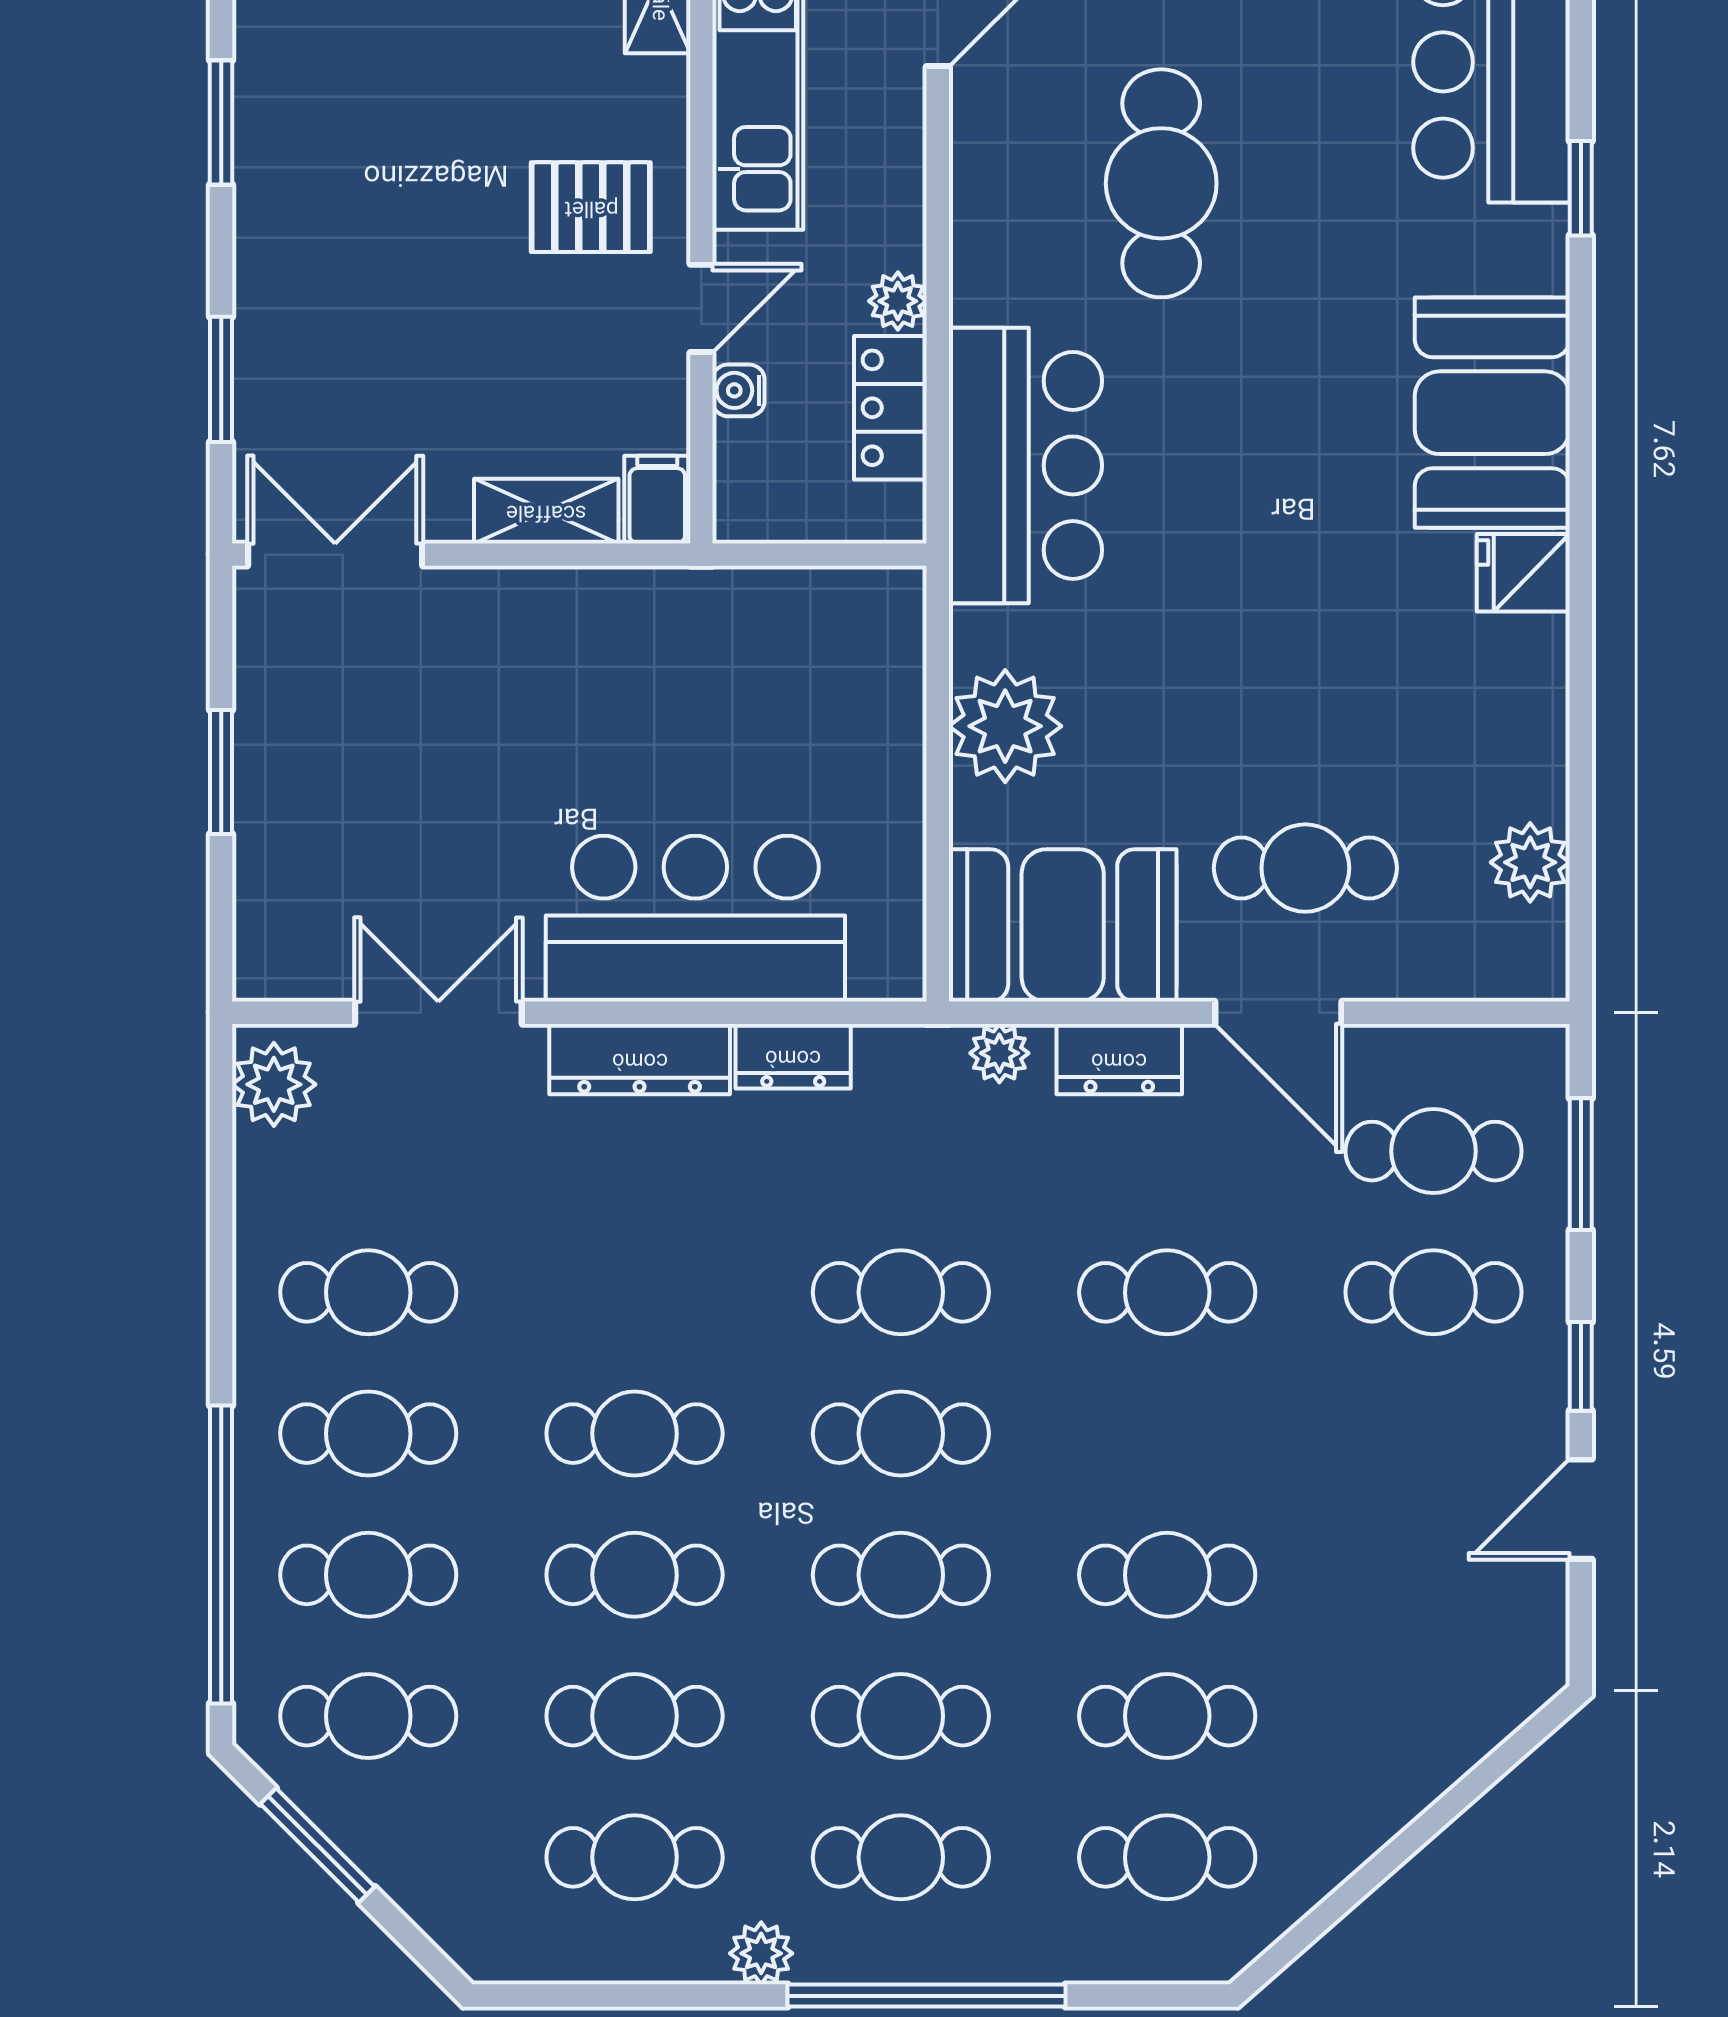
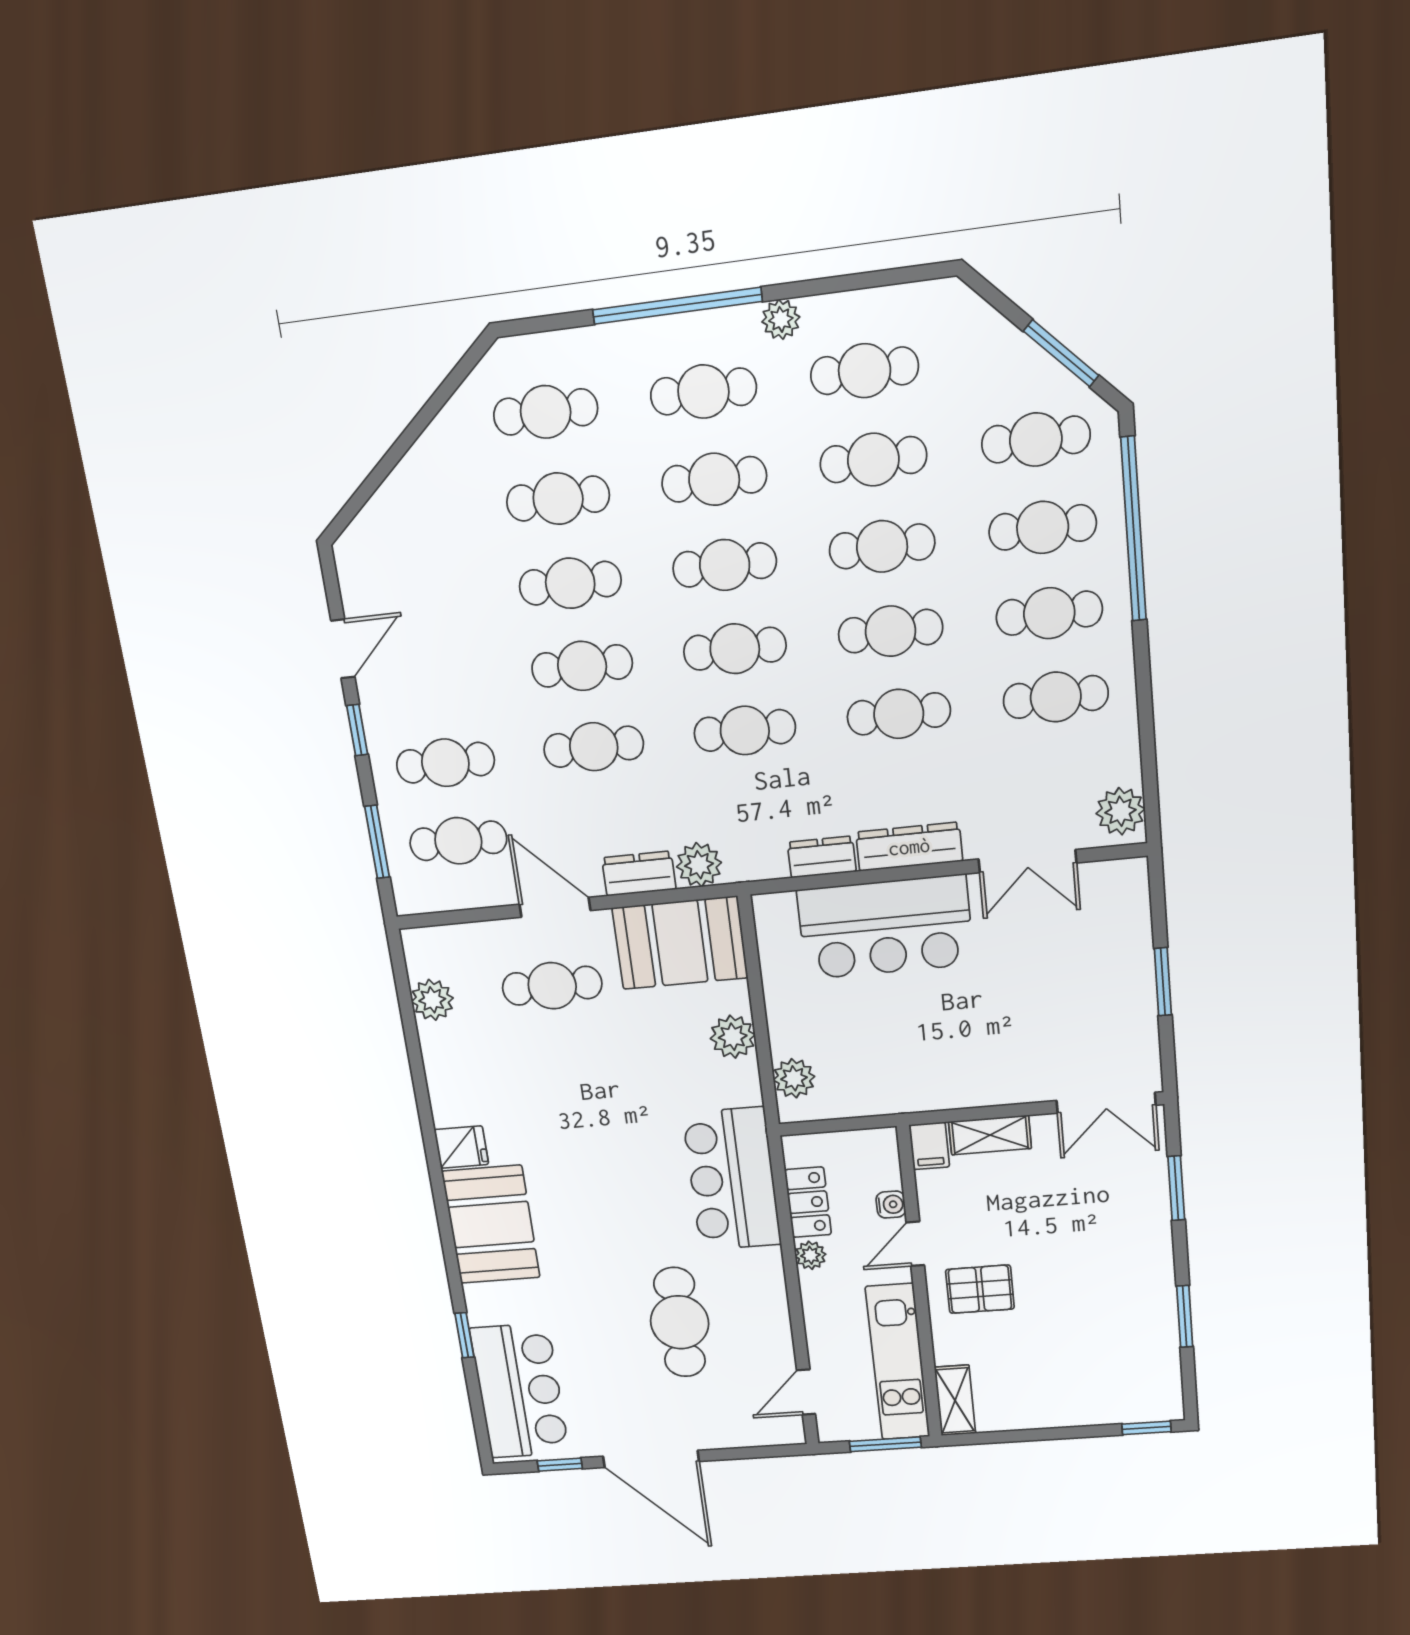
plant: (889, 652) -> (794, 1078), added
plant: (1005, 726) -> (733, 1037), width x0.73, depth x0.73
plant: (999, 1053) -> (699, 865), width x1.38, depth x1.38
cafe table: (635, 1292) -> (899, 714), added
cafe table: (1167, 1434) -> (582, 666), added

